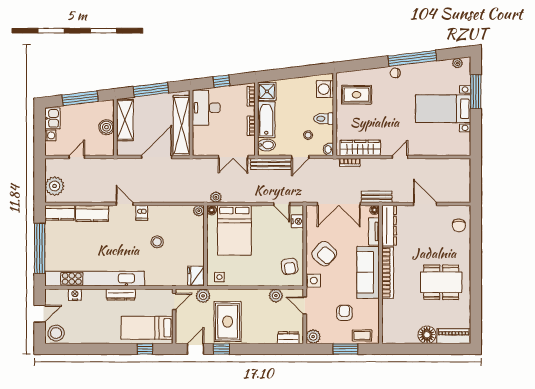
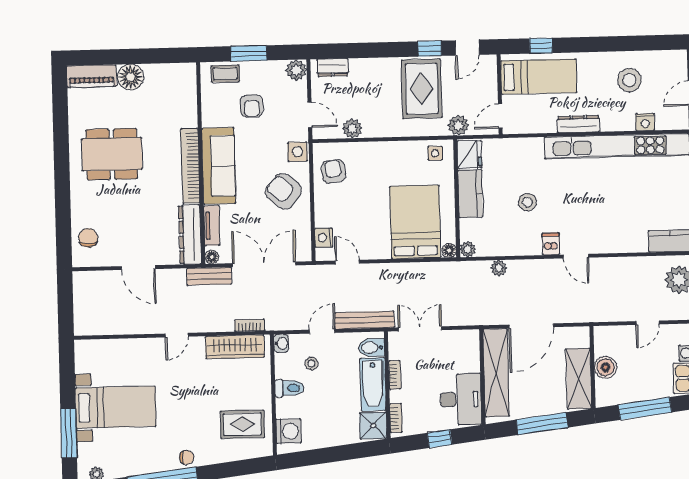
plant: (216, 197) -> (499, 268), moved
kitchen counter: (92, 213) -> (470, 194), moved, turned 90
stool: (56, 333) -> (629, 80), moved

